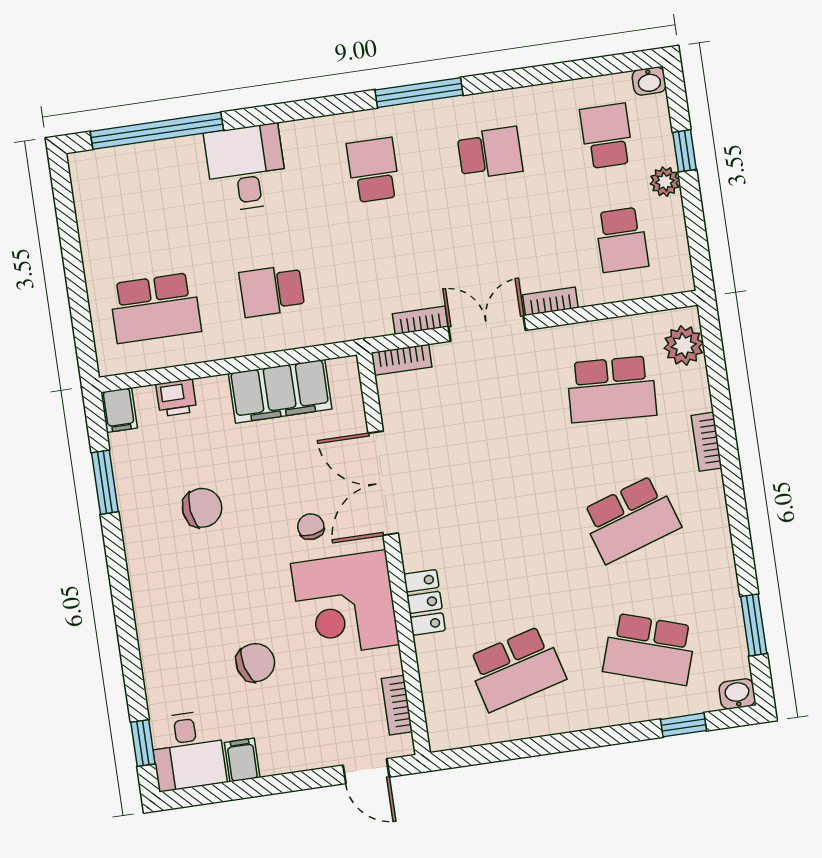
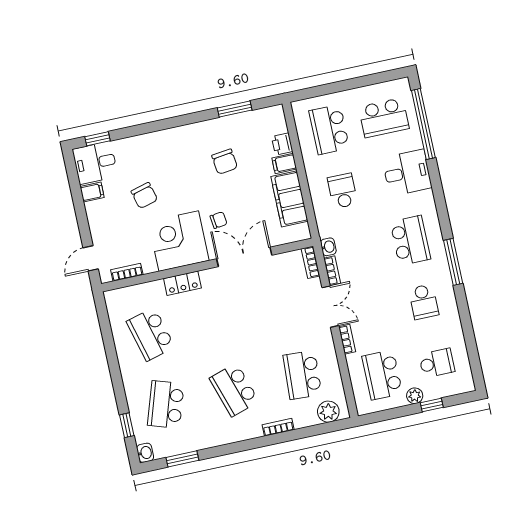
washbasin: (649, 81) -> (328, 247), moved, turned 180
school desk: (373, 170) -> (410, 240), width x1.85
school desk: (140, 204) -> (384, 118), added
school desk: (622, 240) -> (382, 375), width x1.85
filing cabinet: (119, 410) -> (284, 163), moved

